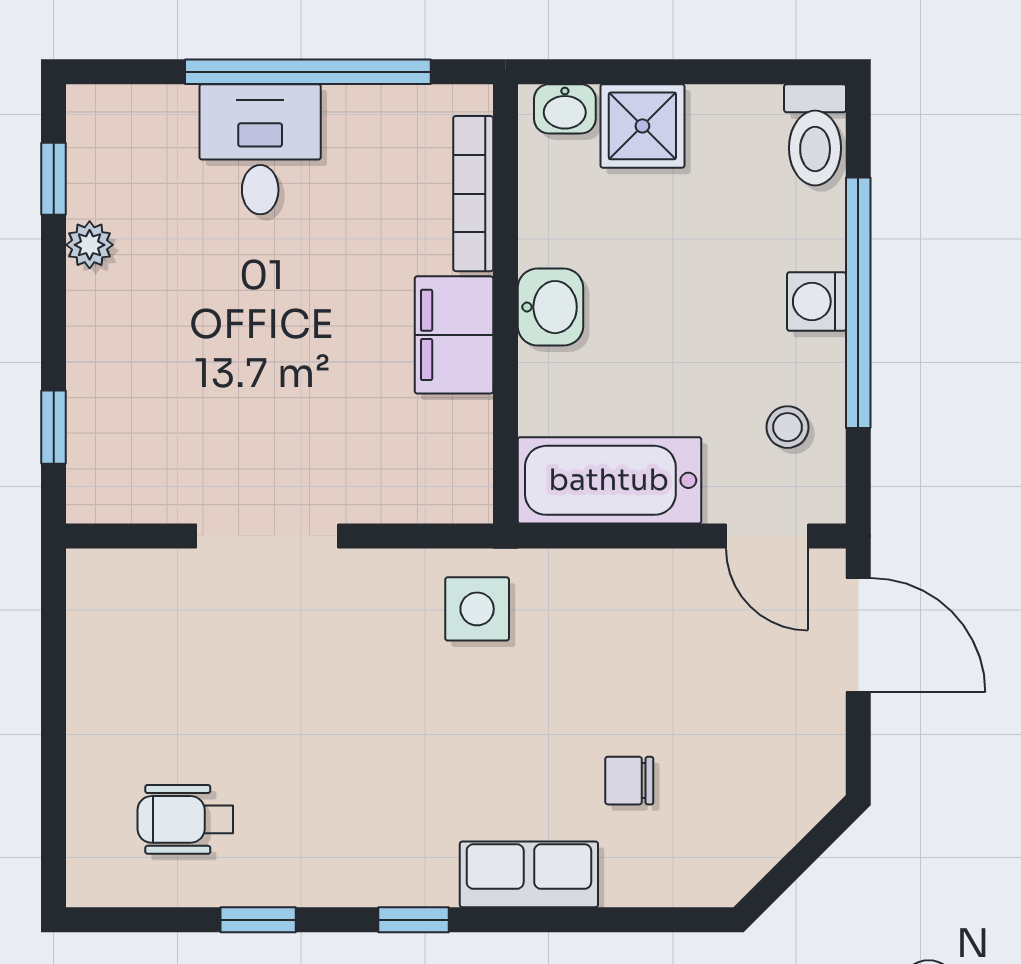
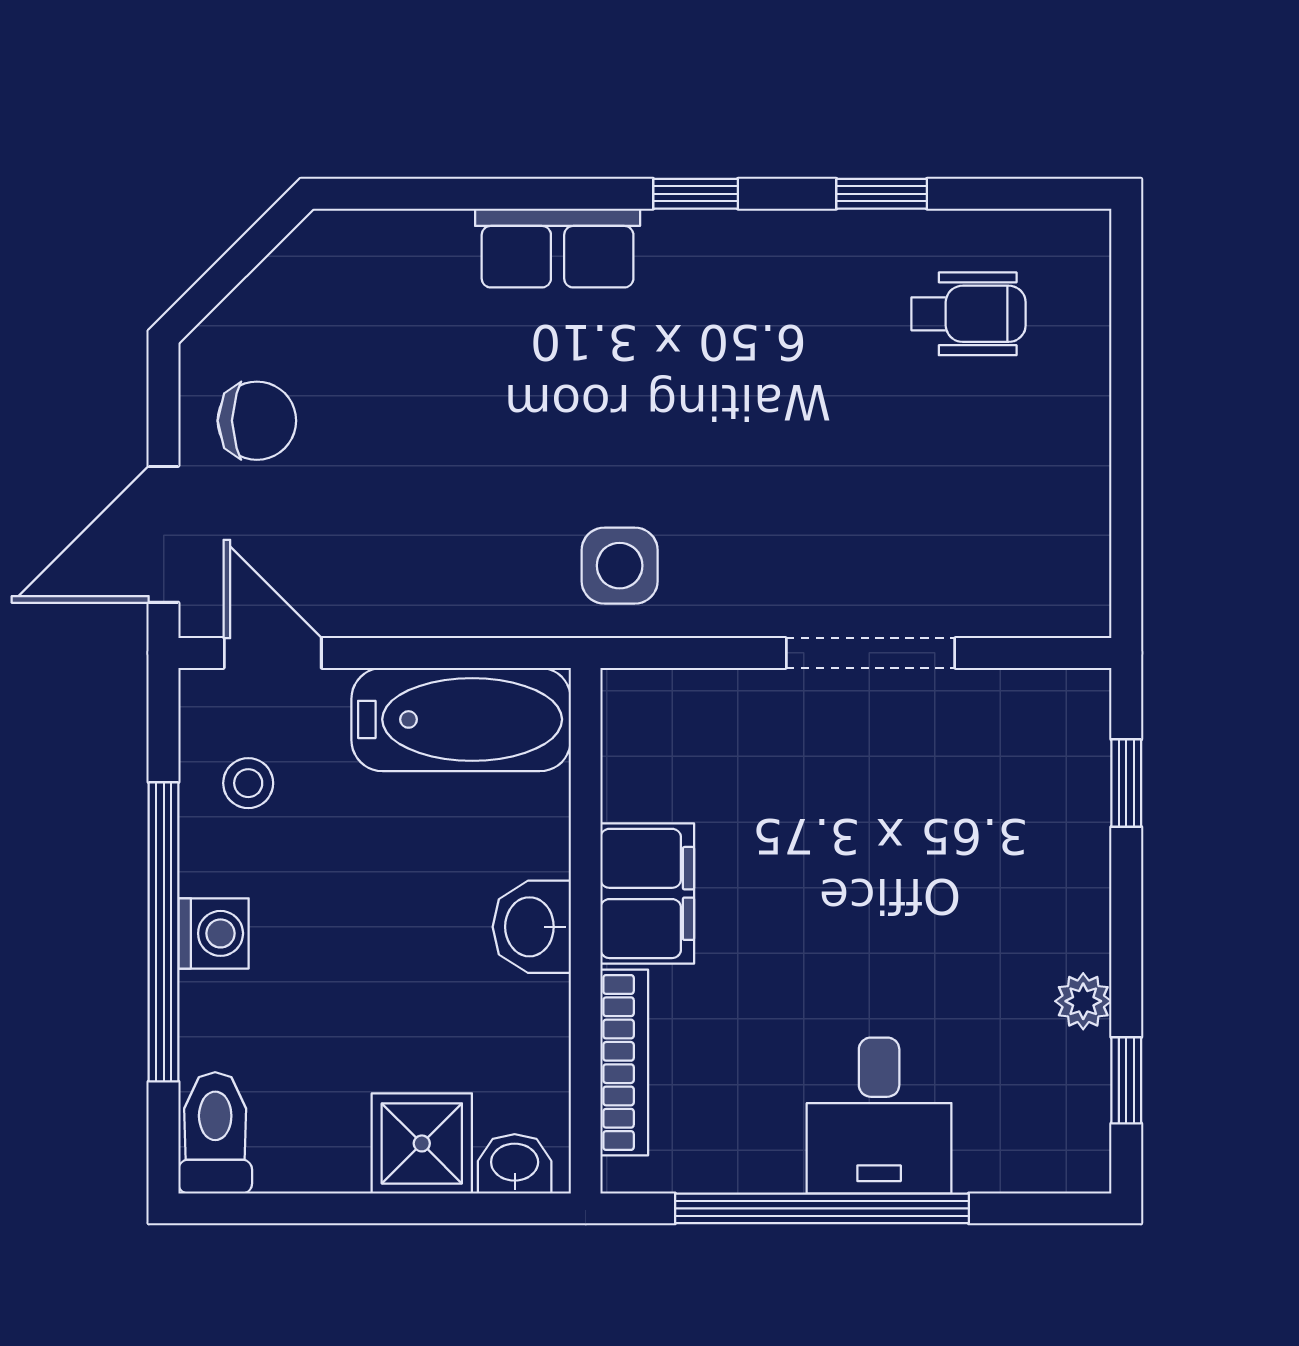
door: (858, 635) -> (164, 534), hinge flipped
chair: (629, 781) -> (257, 421), moved, width x1.37, depth x1.37

